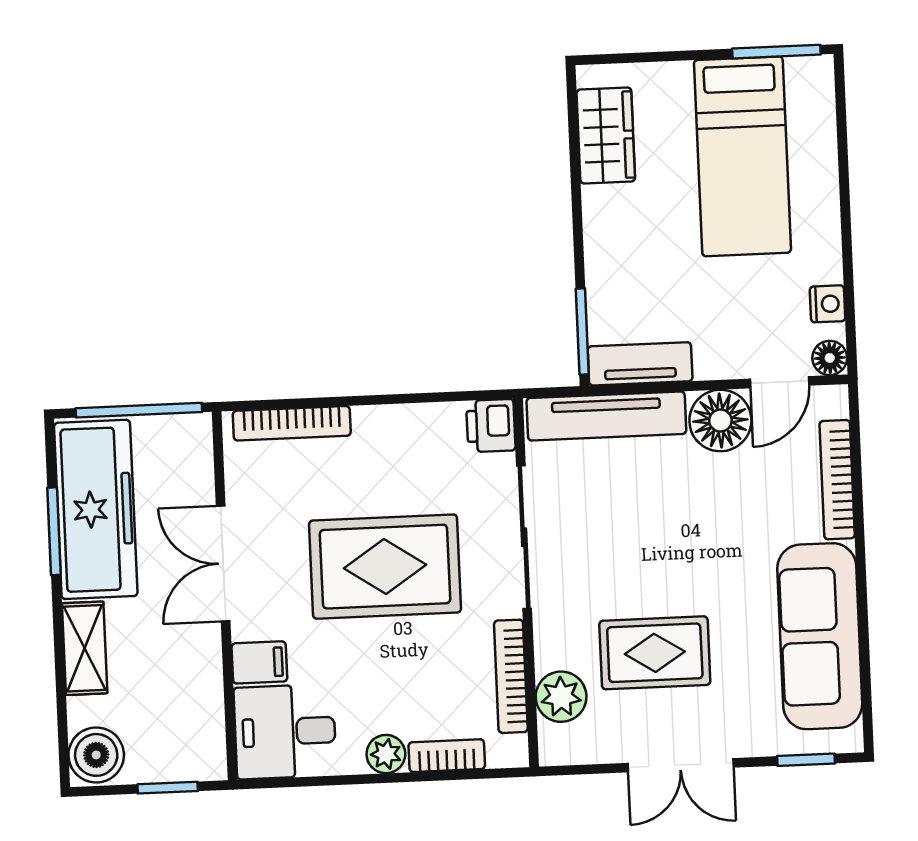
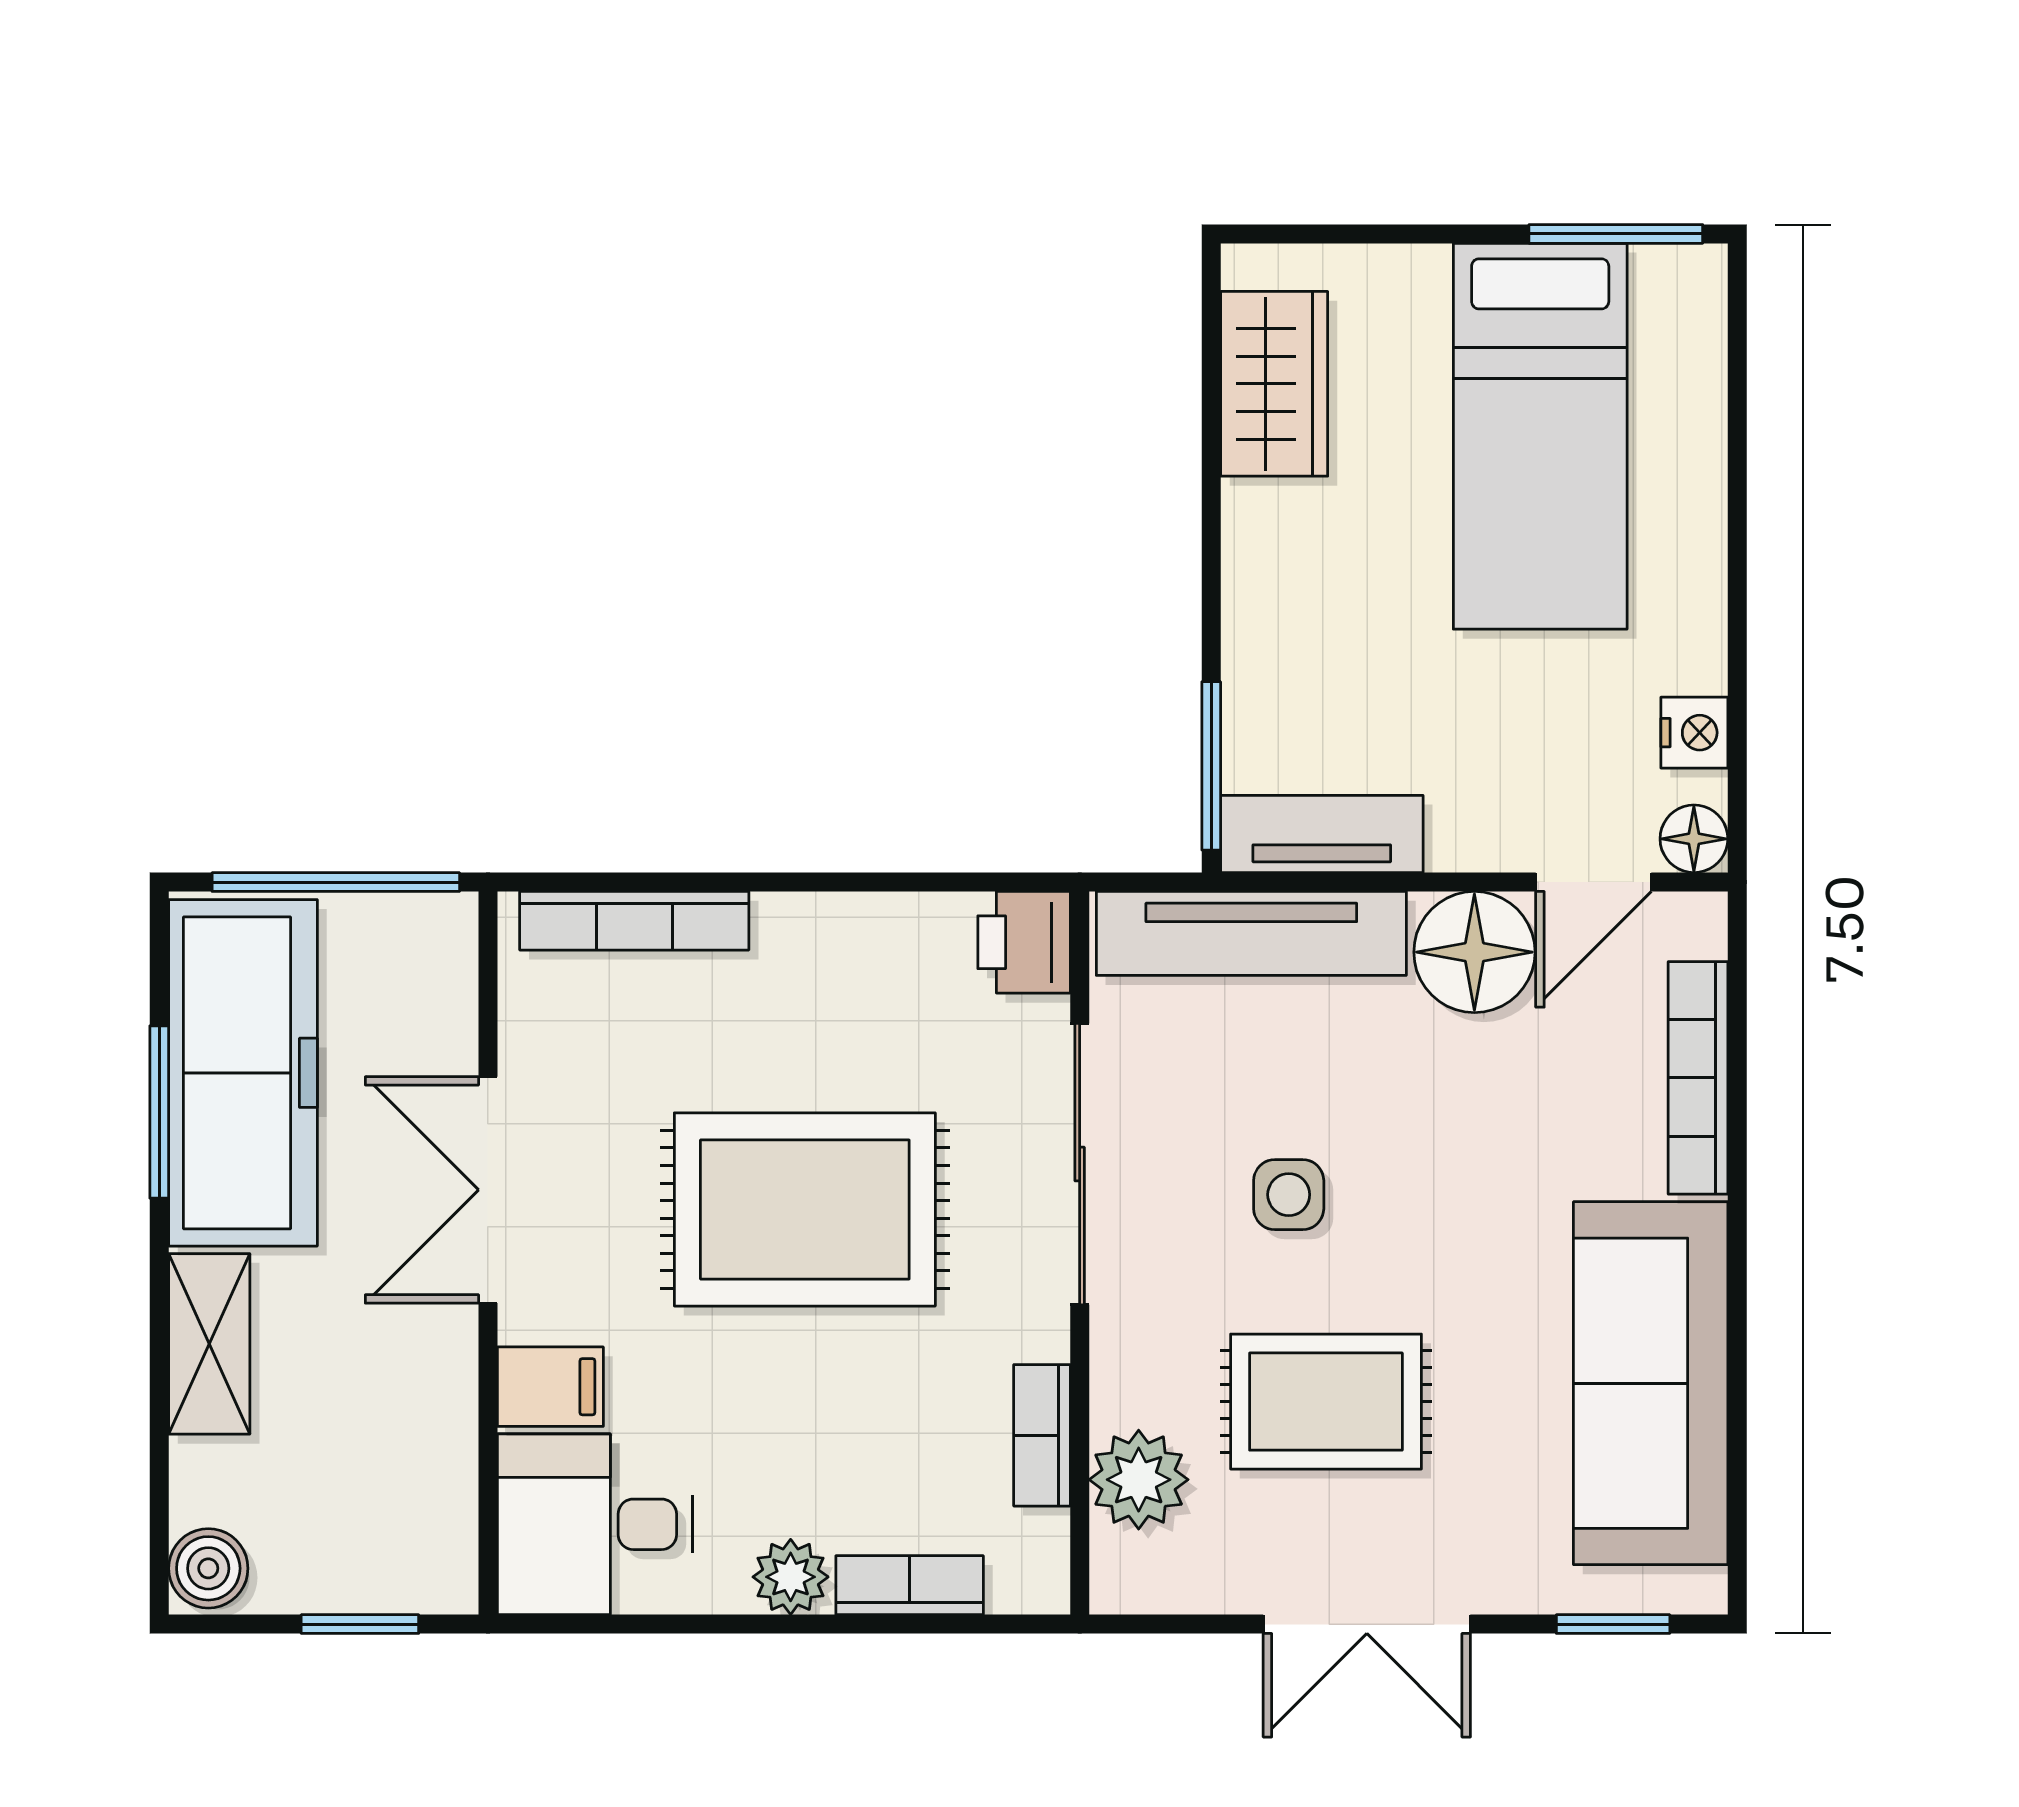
side table: (631, 548) -> (1289, 1195), added
bookcase: (511, 676) -> (1042, 1435), width x0.64
boiler: (96, 755) -> (208, 1568), width x0.73, depth x0.73

